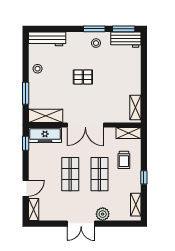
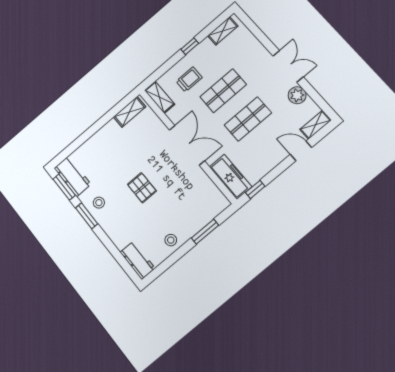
workbench: (47, 39) -> (138, 260), width x0.73
shelving: (46, 116) -> (211, 192), removed
plant: (103, 214) -> (297, 95), moved

